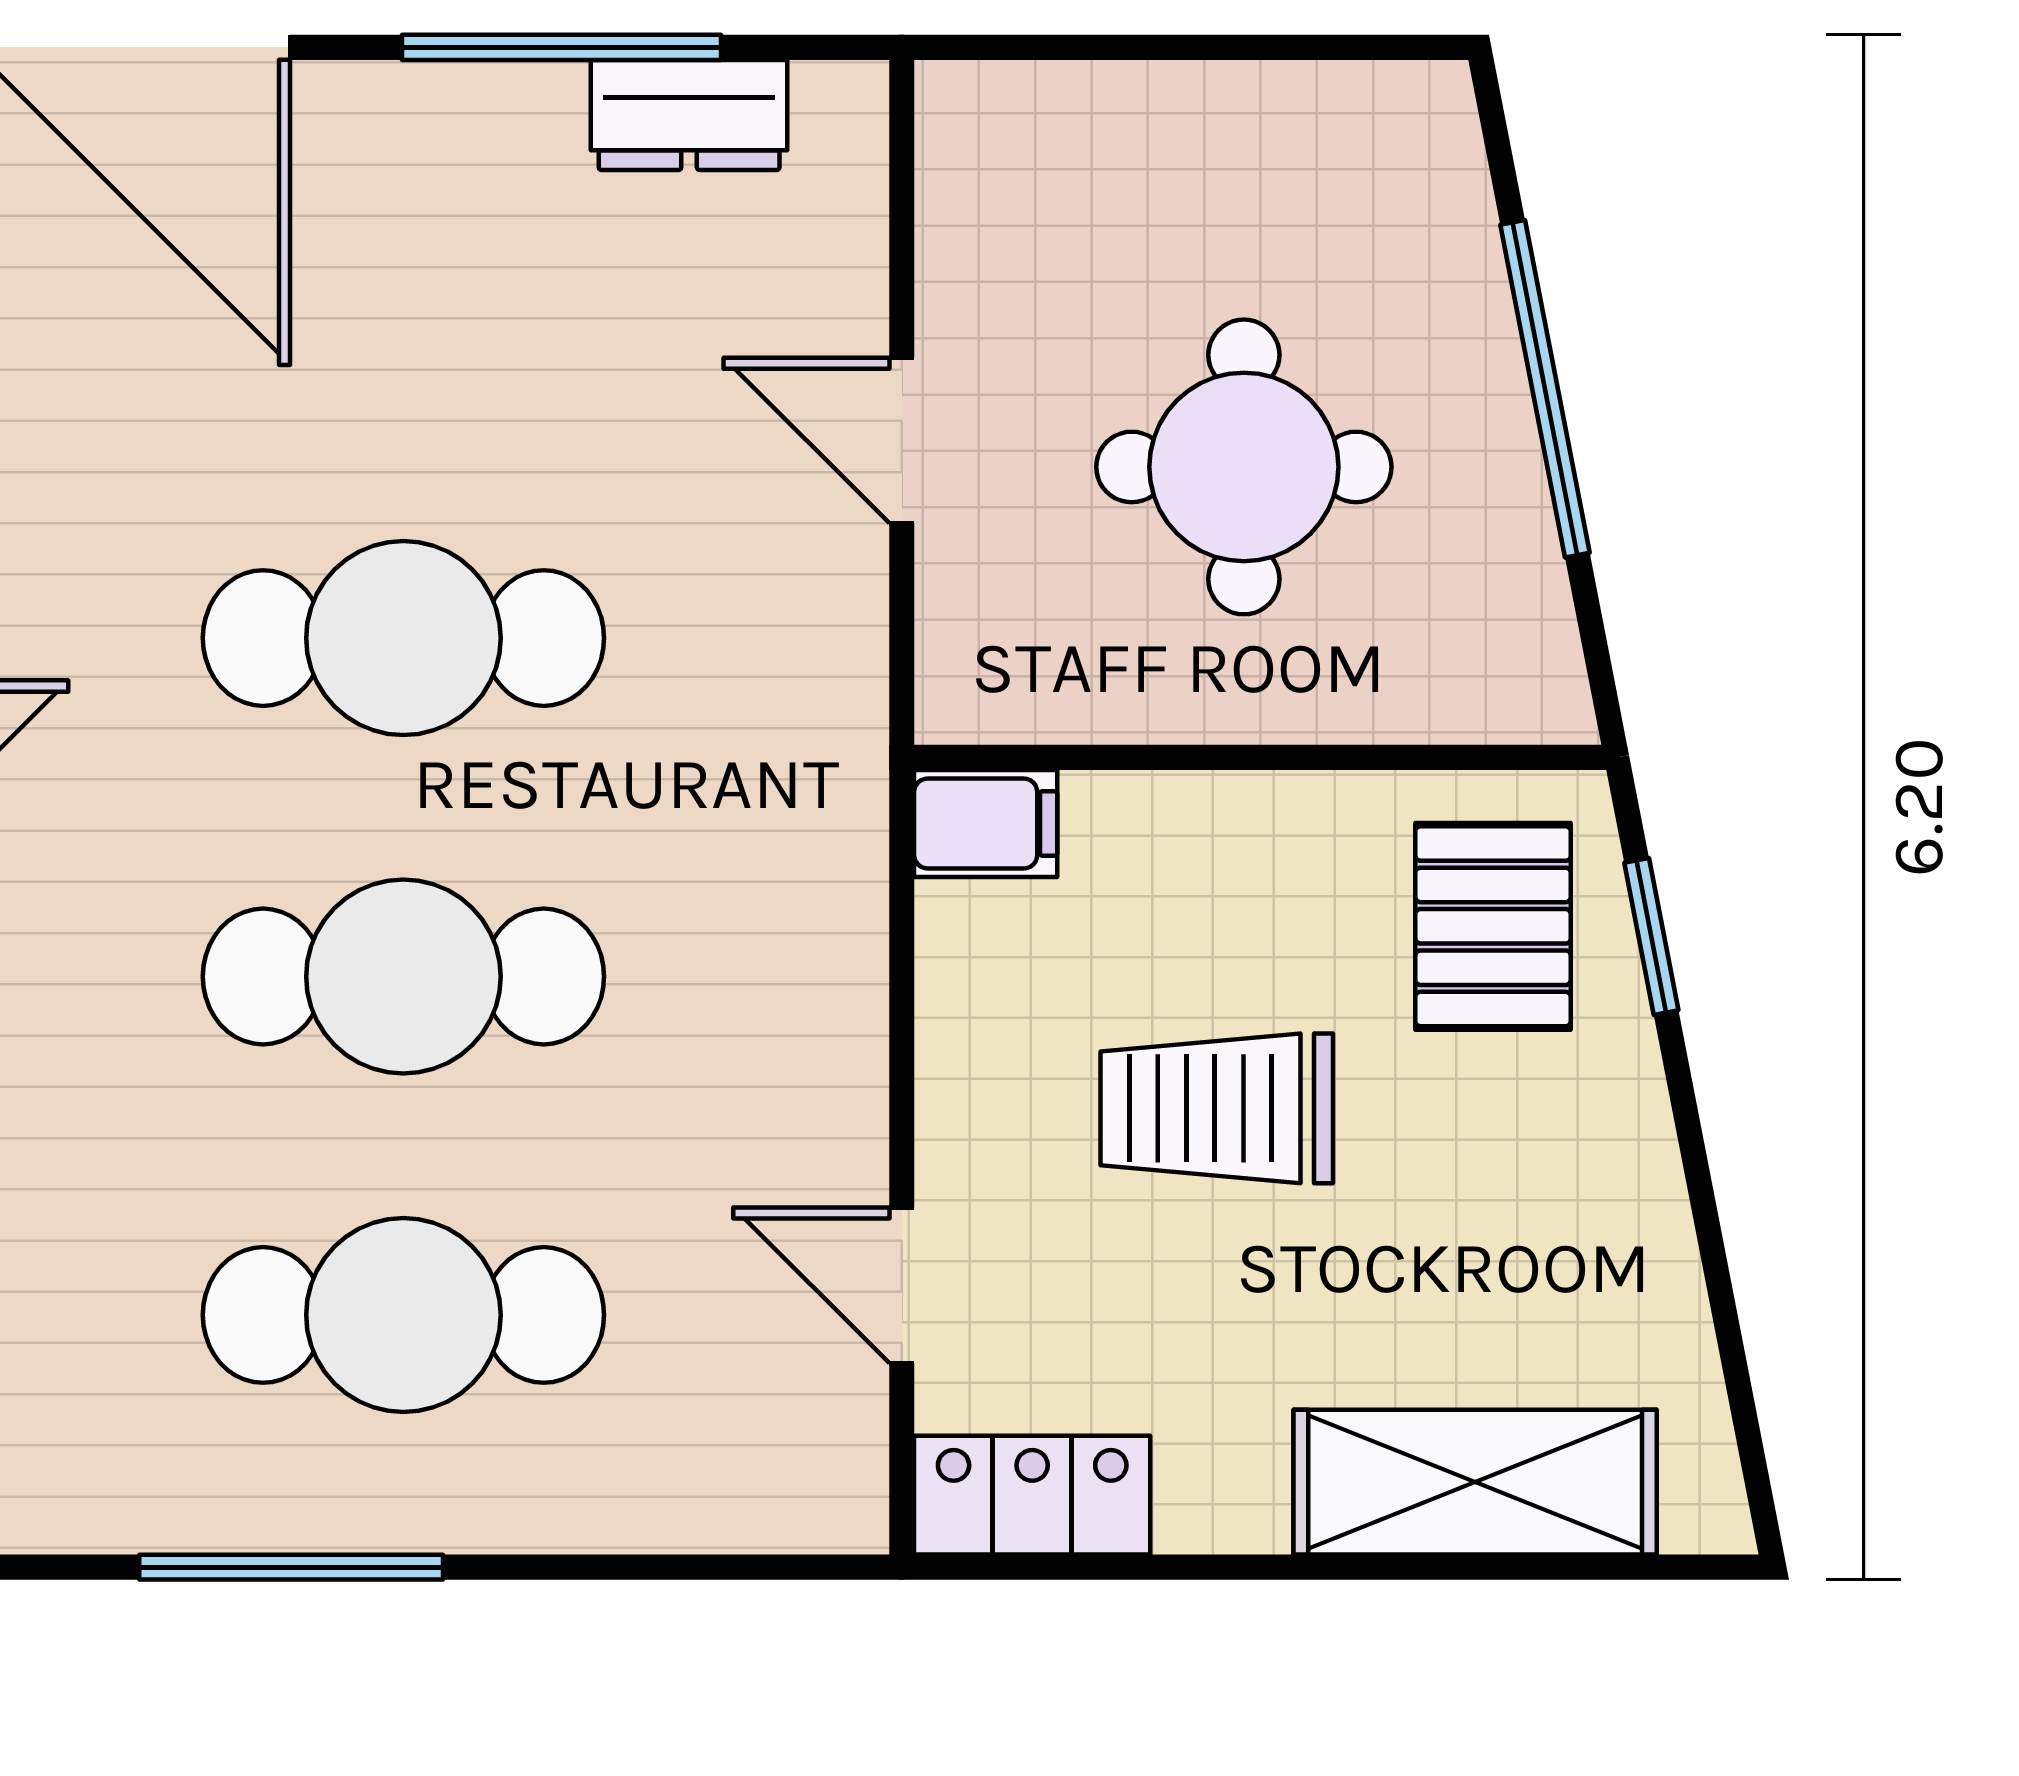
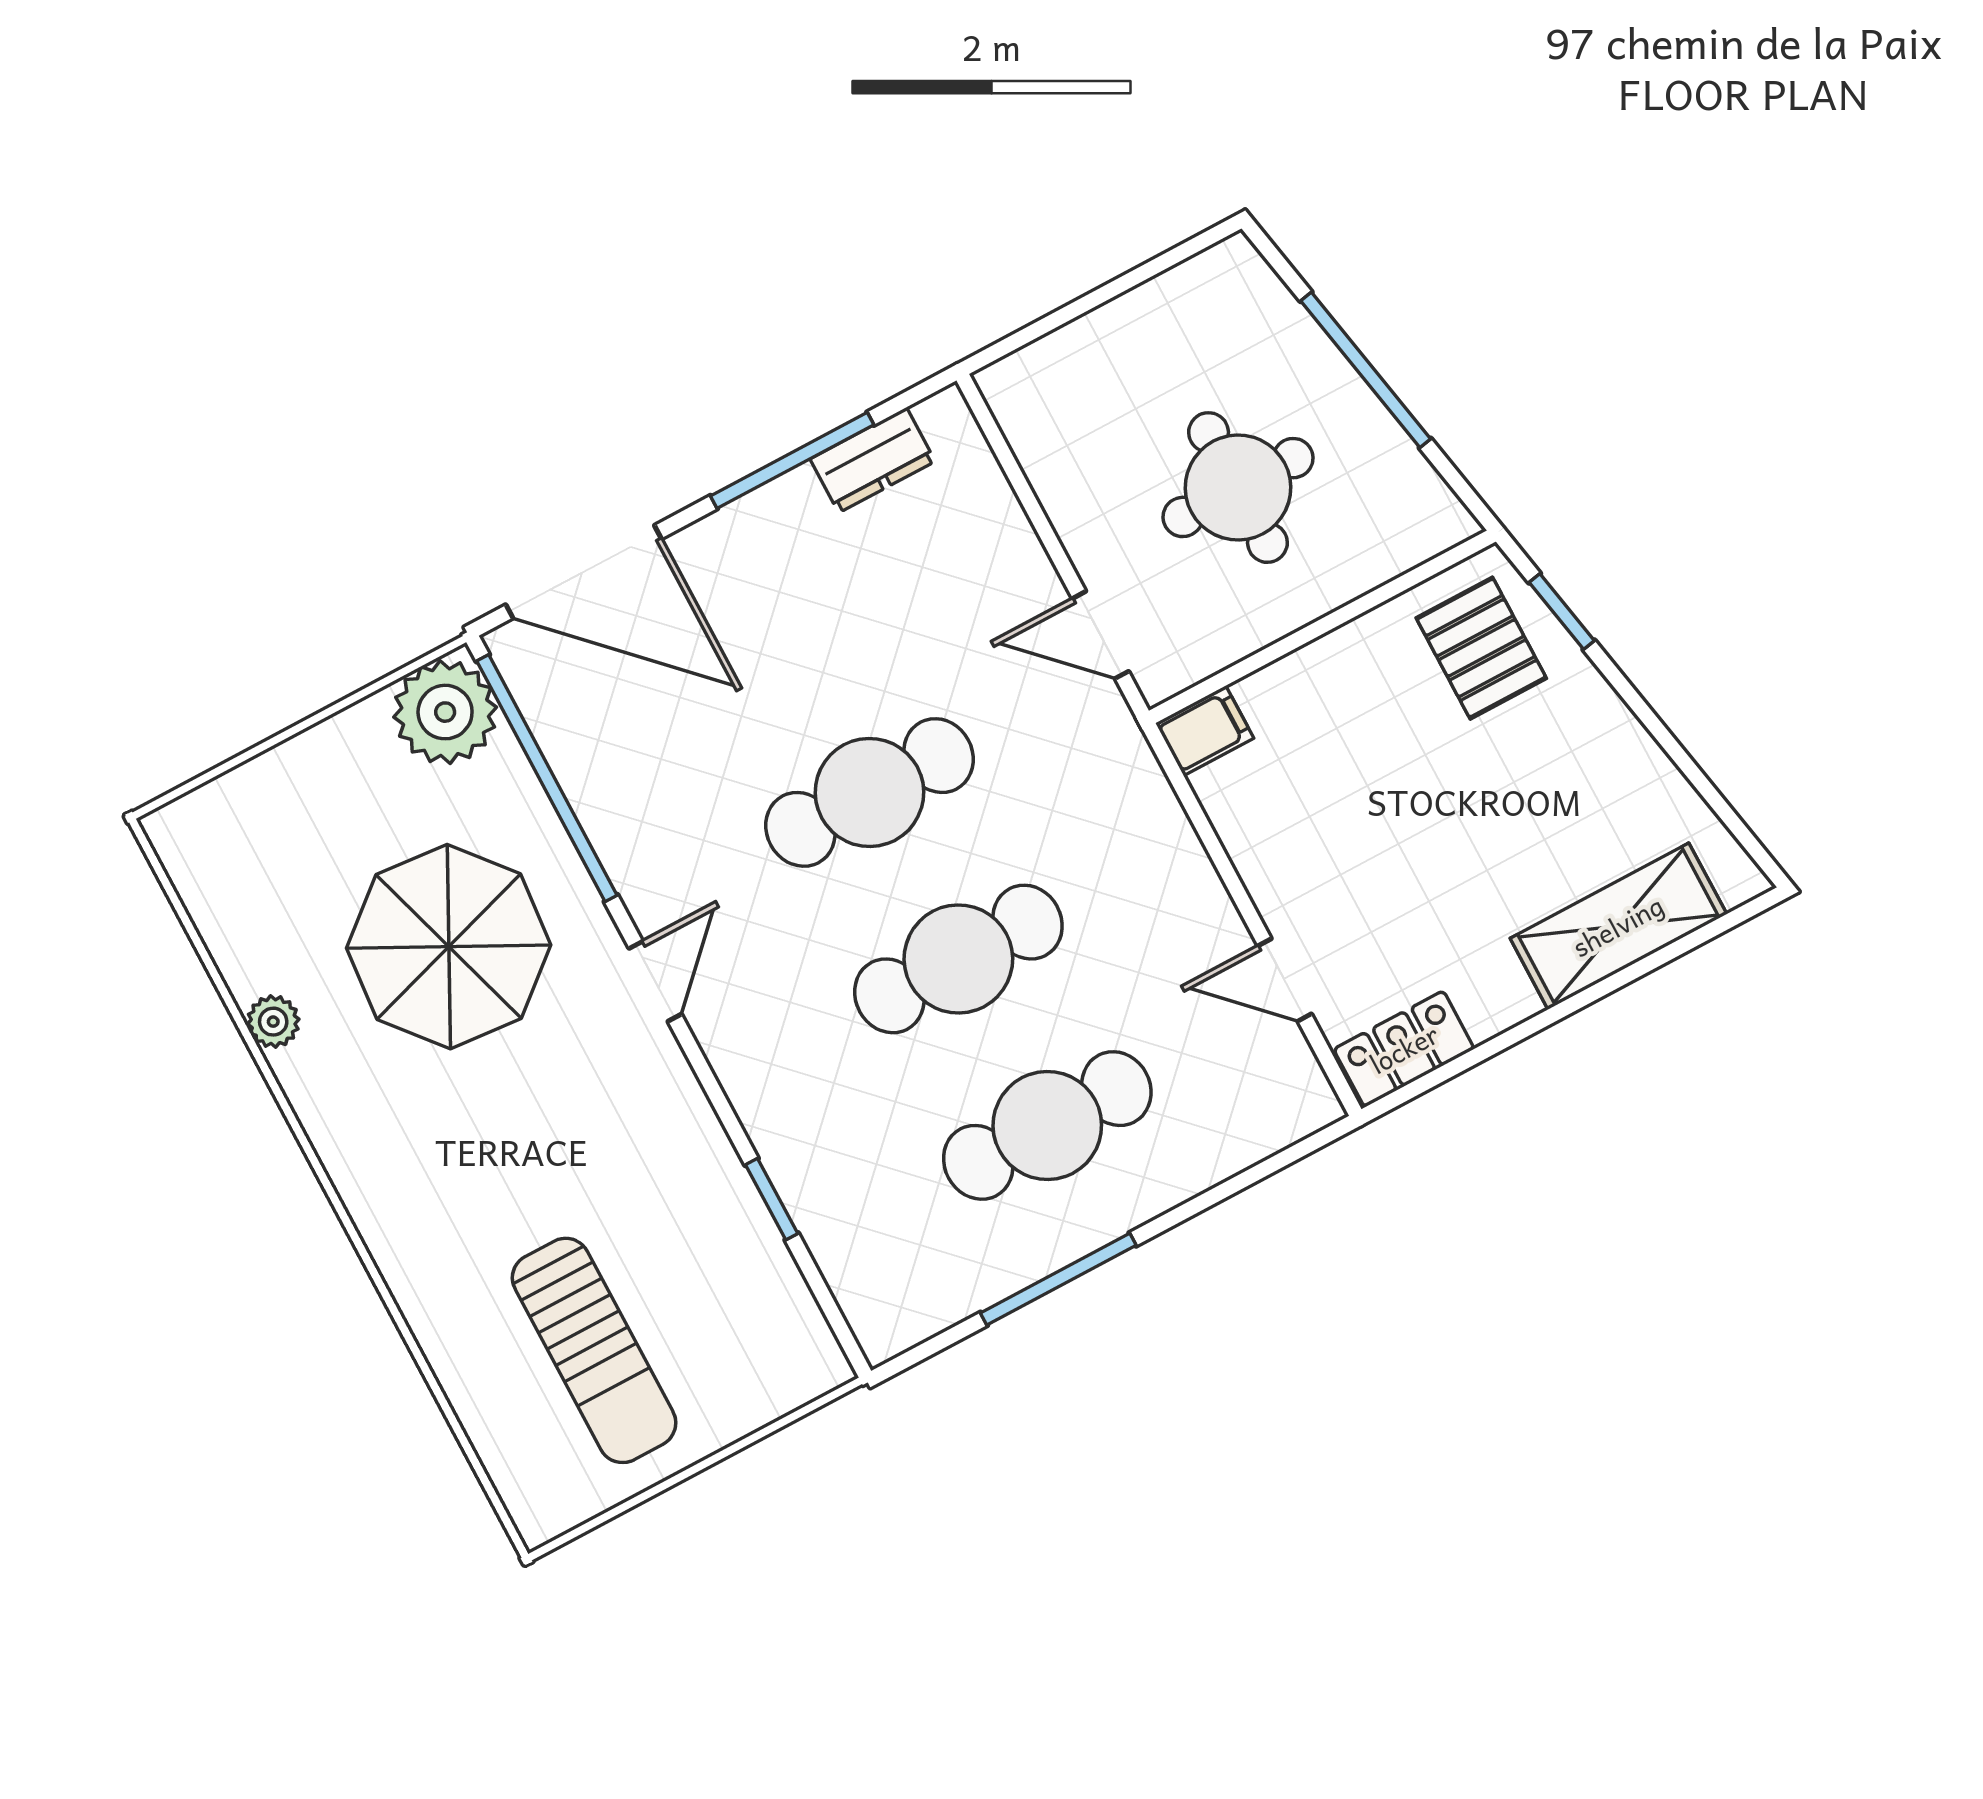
door: (902, 440) -> (1100, 635), moved
trolley: (1217, 1108) -> (1393, 810), removed

